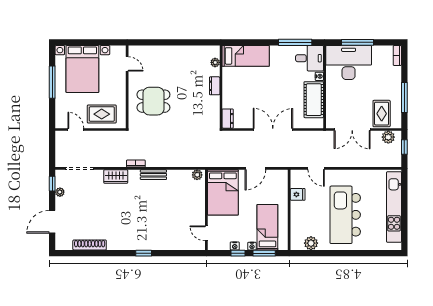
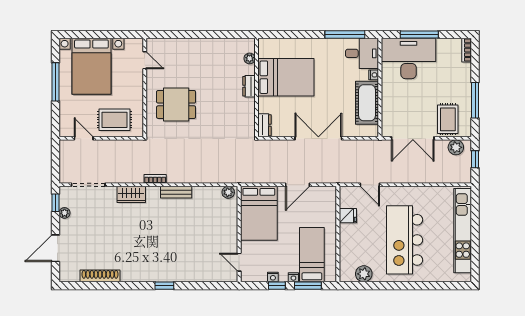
bed: (246, 56) -> (286, 77), moved, width x1.50

